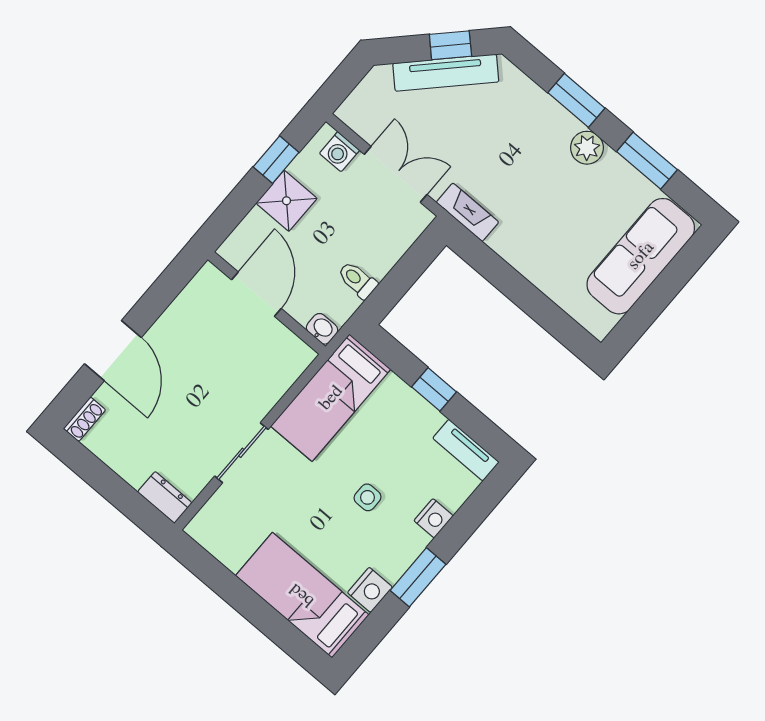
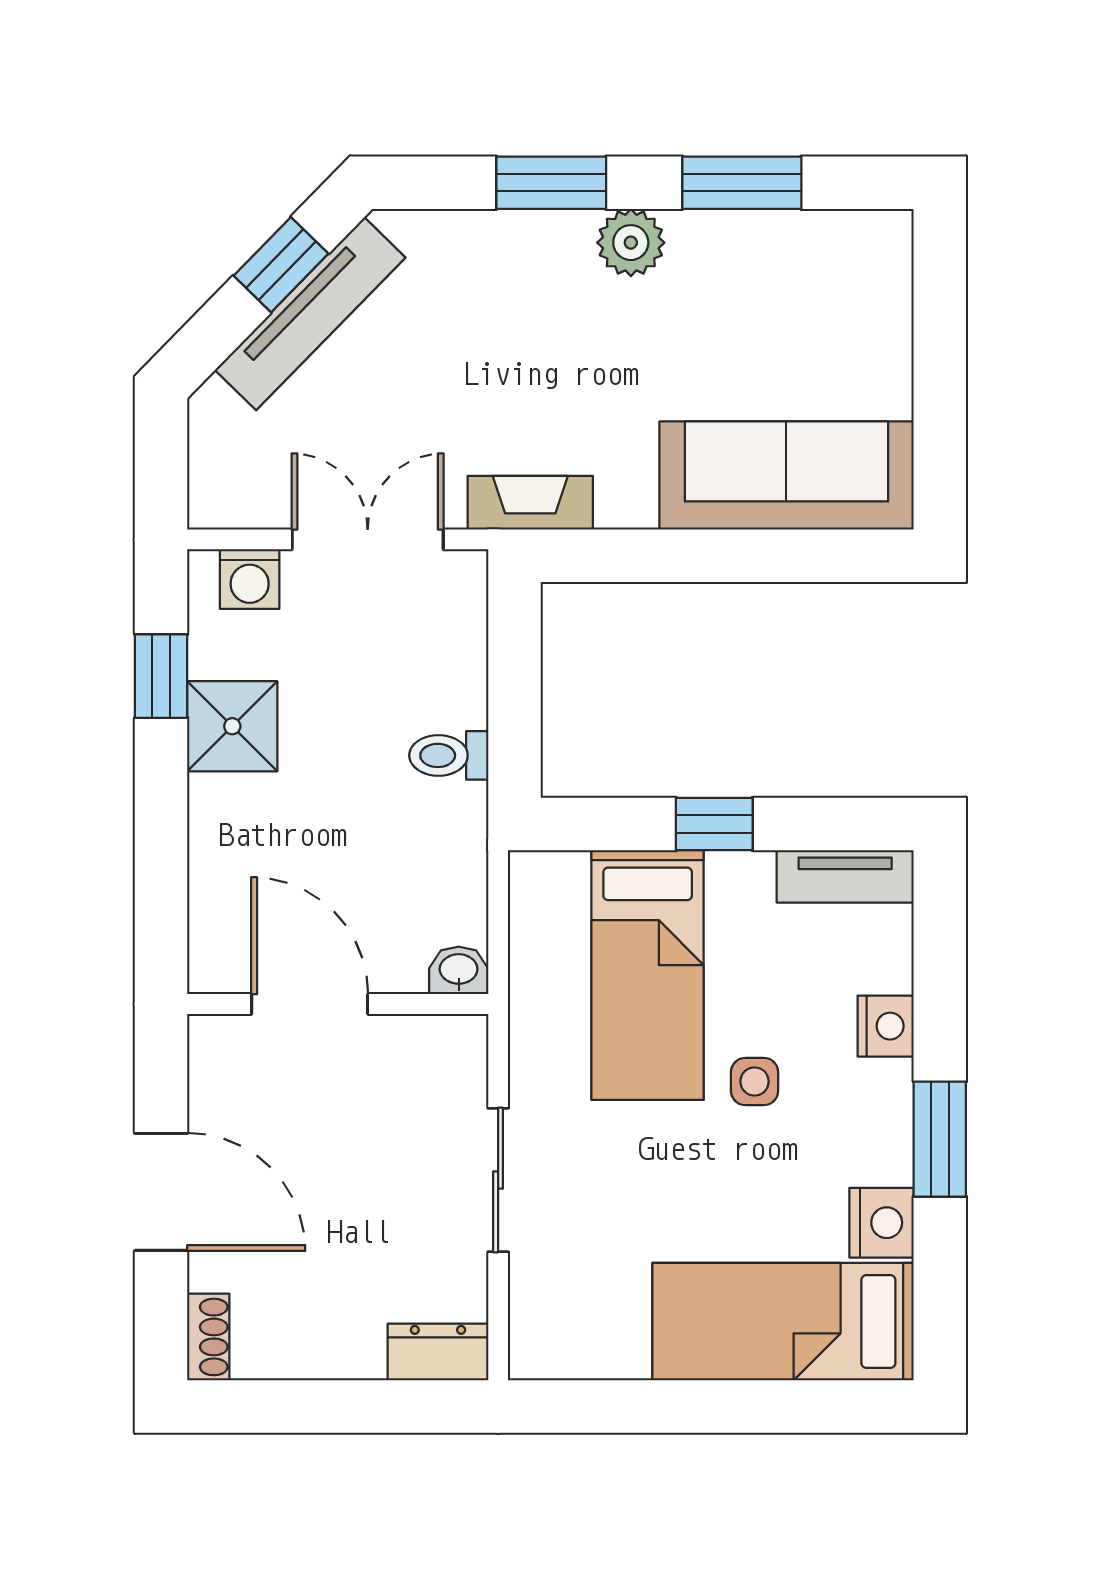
sofa: (641, 256) -> (786, 476), moved, turned 90
door: (256, 294) -> (310, 1004), moved
wall: (267, 303) -> (338, 1004), moved
washbasin: (322, 329) -> (459, 970), moved
bed: (331, 398) -> (648, 975), moved

